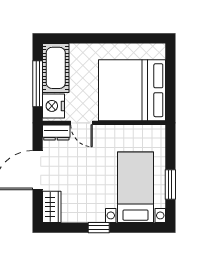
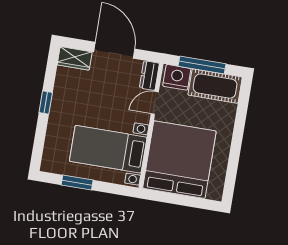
bed with nightstands: (136, 187) -> (108, 149), moved, turned 180

